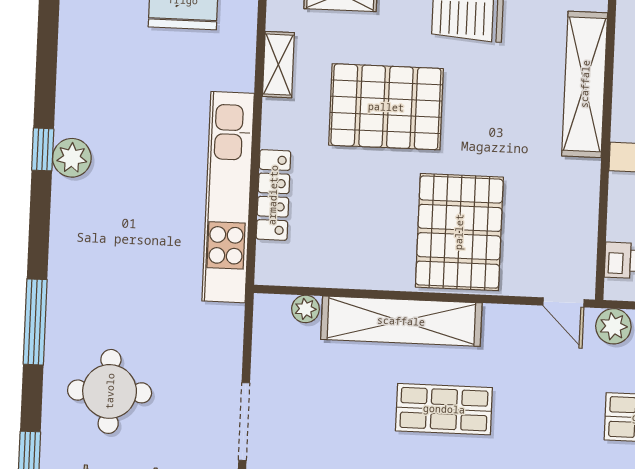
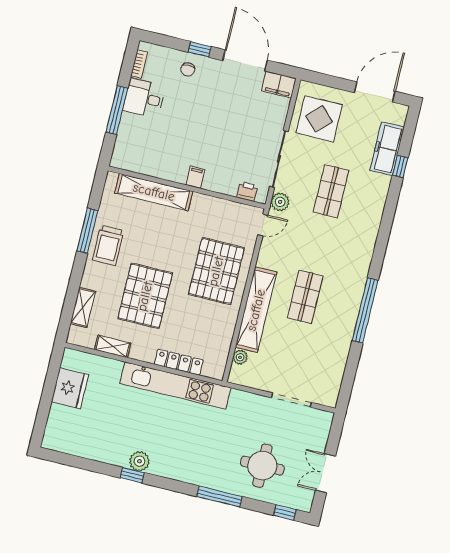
pallet: (459, 232) -> (216, 271), turned 90

